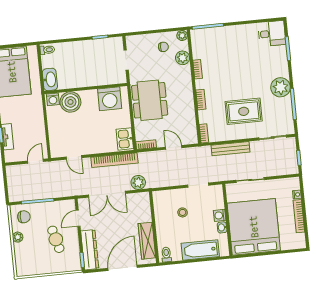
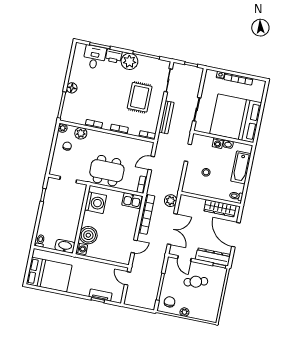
floor lamp: (230, 32) -> (72, 88), added
desk: (272, 34) -> (94, 57), moved
printer: (281, 68) -> (114, 56), added

